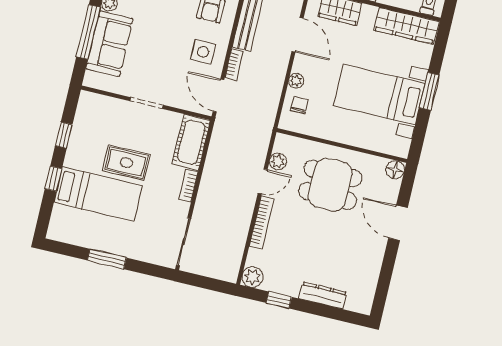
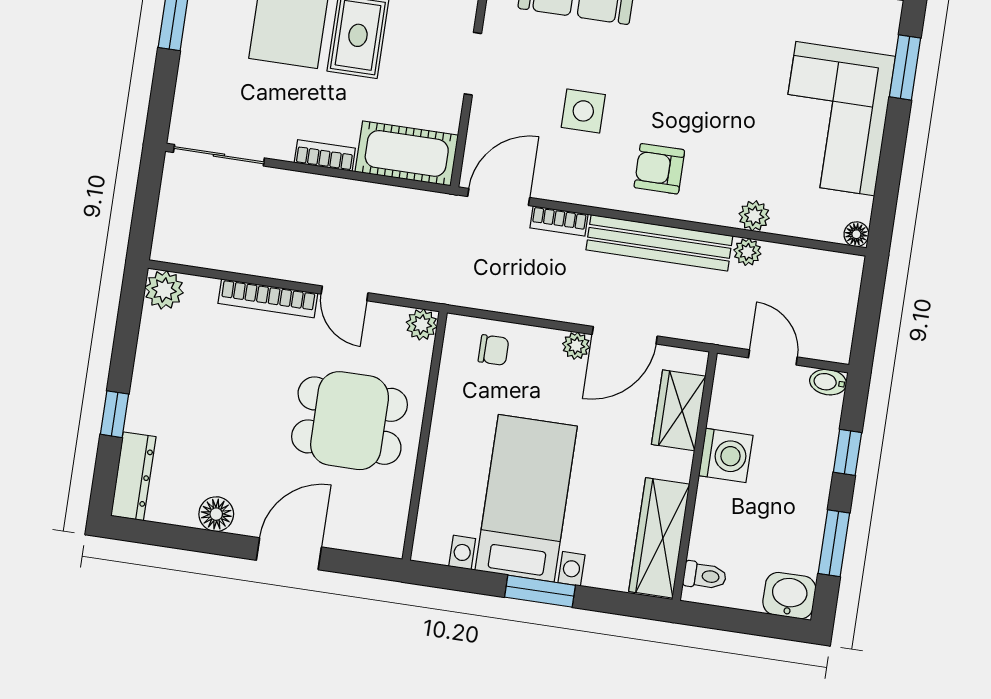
side table: (203, 52) -> (583, 111), moved
plant: (296, 81) -> (576, 346), moved
plant: (278, 161) -> (422, 325), moved
floor lamp: (395, 170) -> (216, 514), moved
dining table: (330, 185) -> (350, 421), turned 90
dresser: (323, 295) -> (133, 476), moved
window: (279, 300) -> (115, 414), moved

